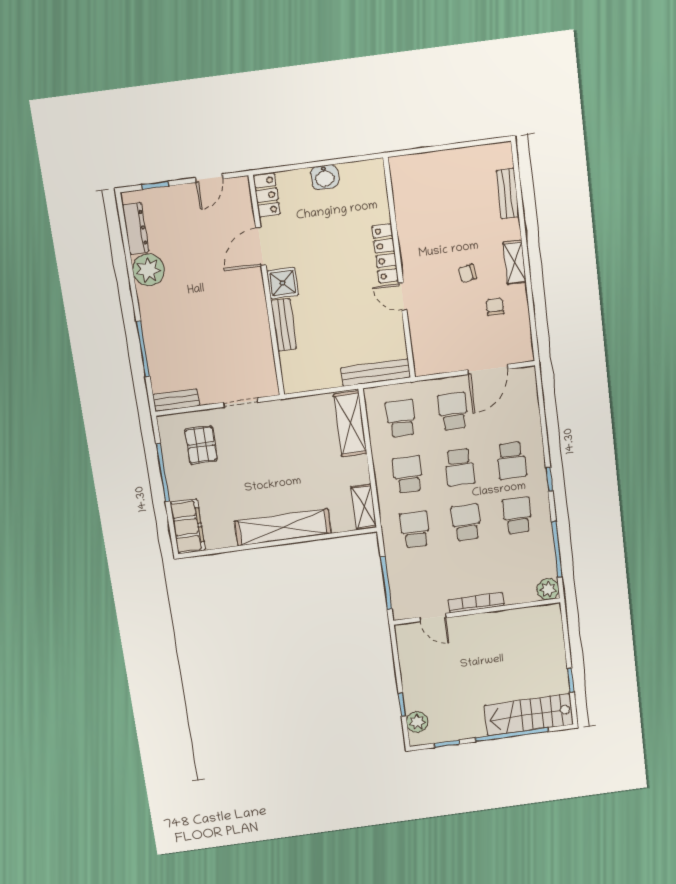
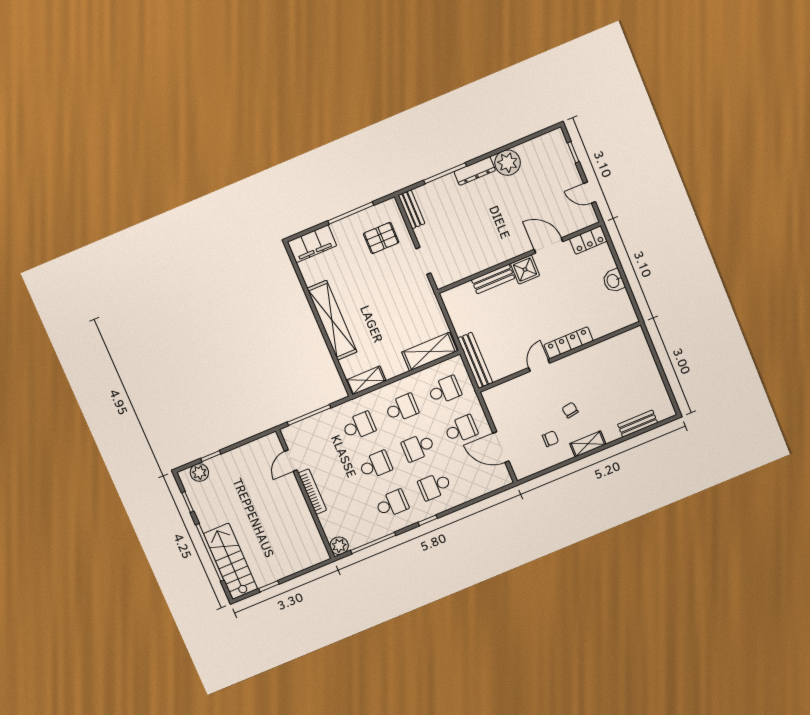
dresser: (136, 228) -> (475, 171), moved

